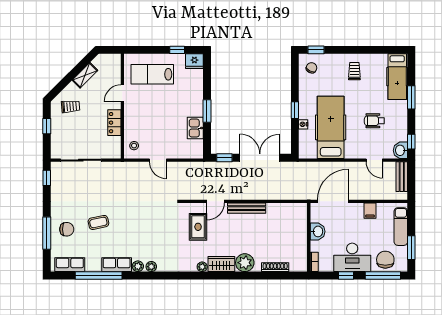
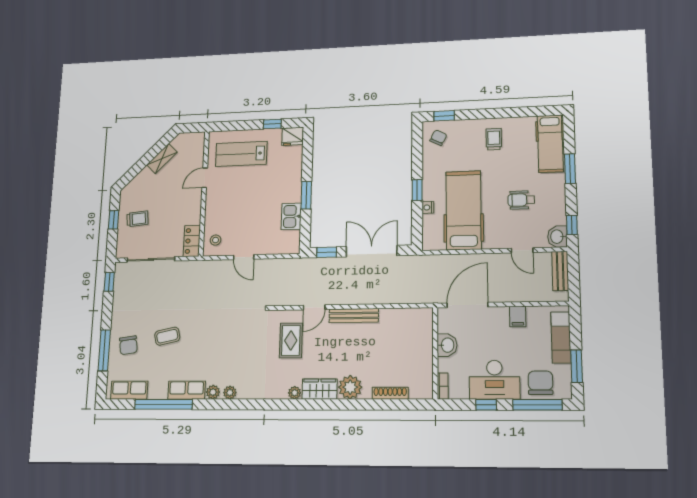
trolley: (71, 106) -> (137, 219), moved
locker: (114, 123) -> (192, 241), moved
chair: (67, 229) -> (128, 345), turned 82

